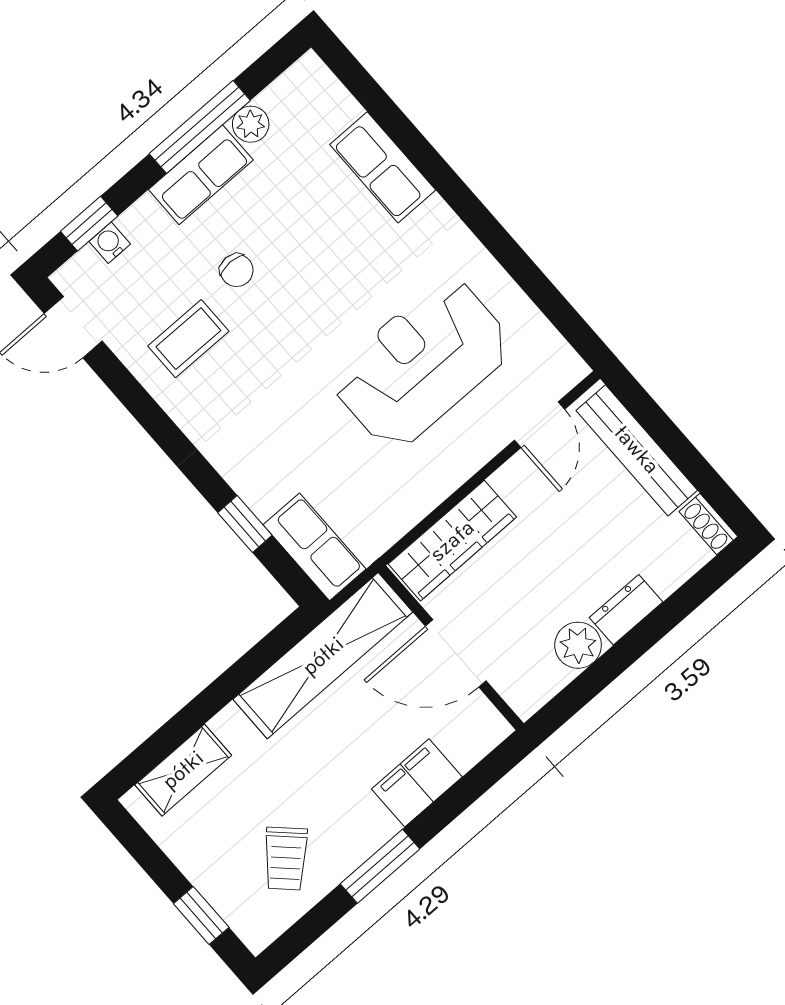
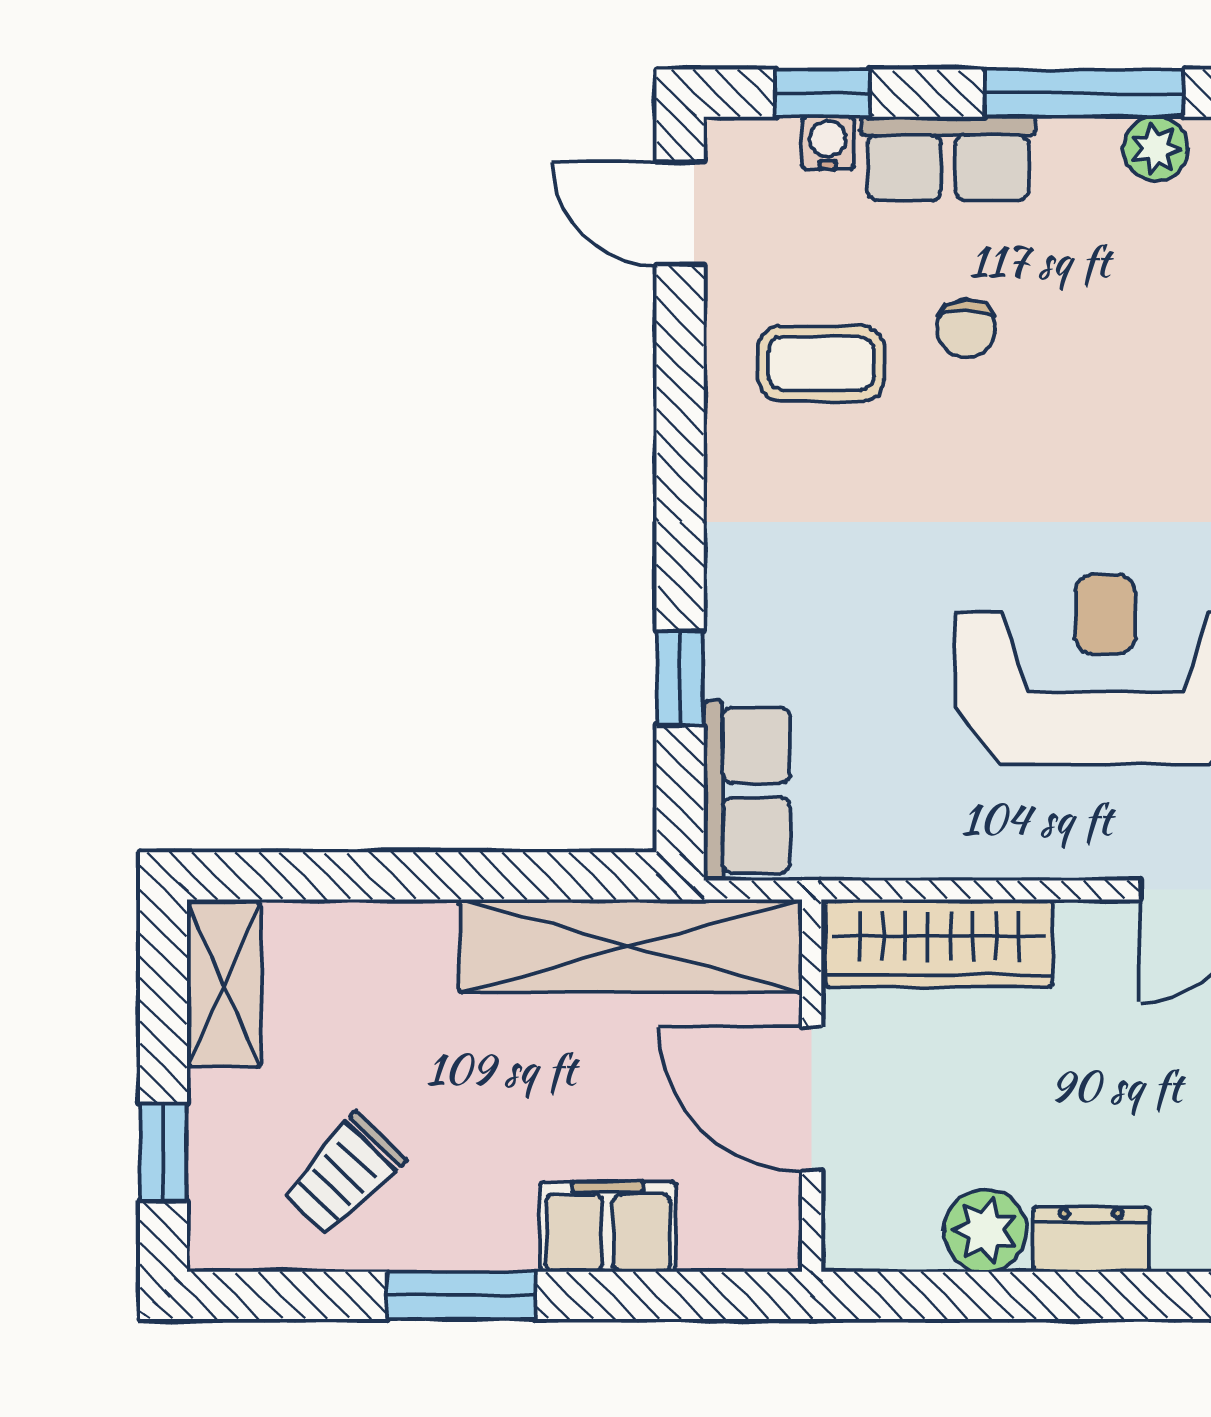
row of seats: (201, 175) -> (948, 158), moved
shelving: (183, 770) -> (224, 985), moved, turned 90

